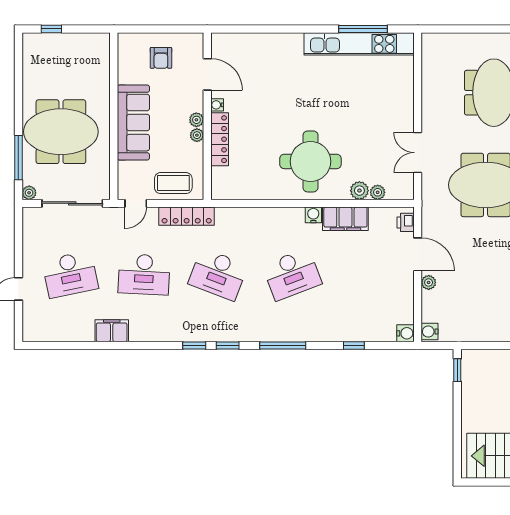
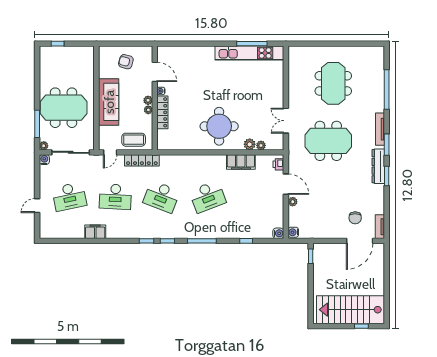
armchair: (161, 58) -> (126, 62), turned 105
water cooler: (313, 215) -> (44, 160), moved

